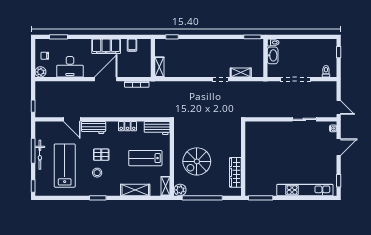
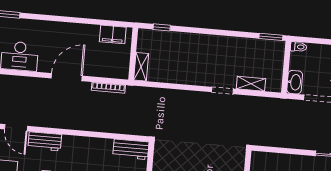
filing cabinet: (132, 45) -> (113, 34), width x2.00
filing cabinet: (106, 46) -> (71, 33), removed
washbasin: (273, 55) -> (295, 82), moved
locker: (127, 126) -> (91, 143), removed

